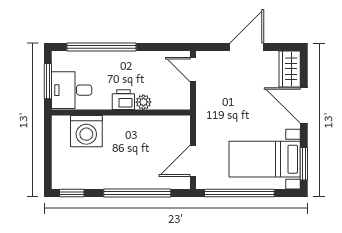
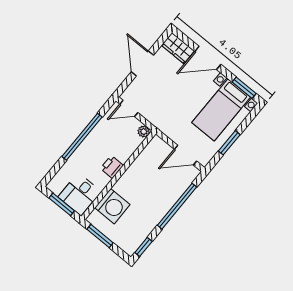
window: (101, 47) -> (82, 137), moved
plant: (143, 102) -> (144, 131), moved
window: (48, 143) -> (100, 236), added
door: (193, 161) -> (185, 155), hinge flipped
window: (239, 193) -> (229, 143), width x0.47

